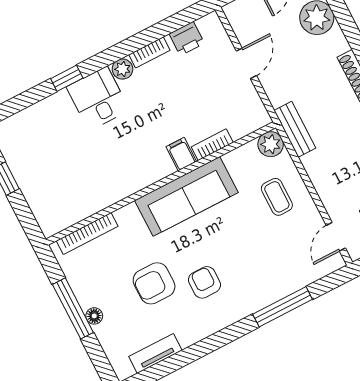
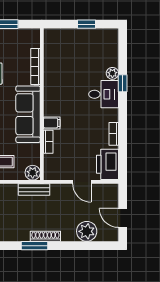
printer: (187, 38) -> (108, 164), width x1.87, depth x1.48
plant: (123, 69) -> (112, 73), moved
bookcase: (87, 234) -> (35, 66), moved

